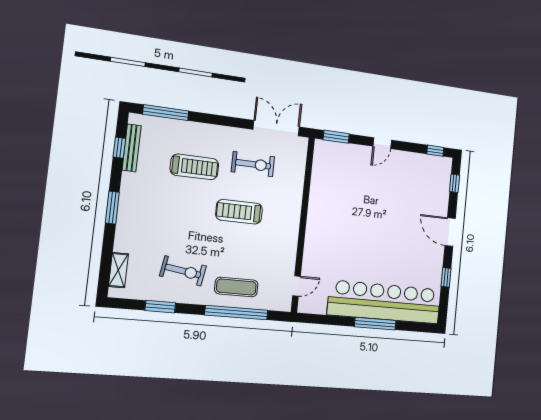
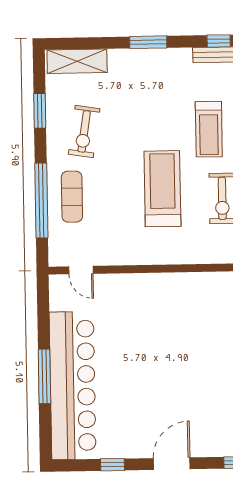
treadmill: (239, 212) -> (162, 189), width x1.37, depth x1.38
shelving: (118, 270) -> (77, 61), width x1.50, depth x1.33

